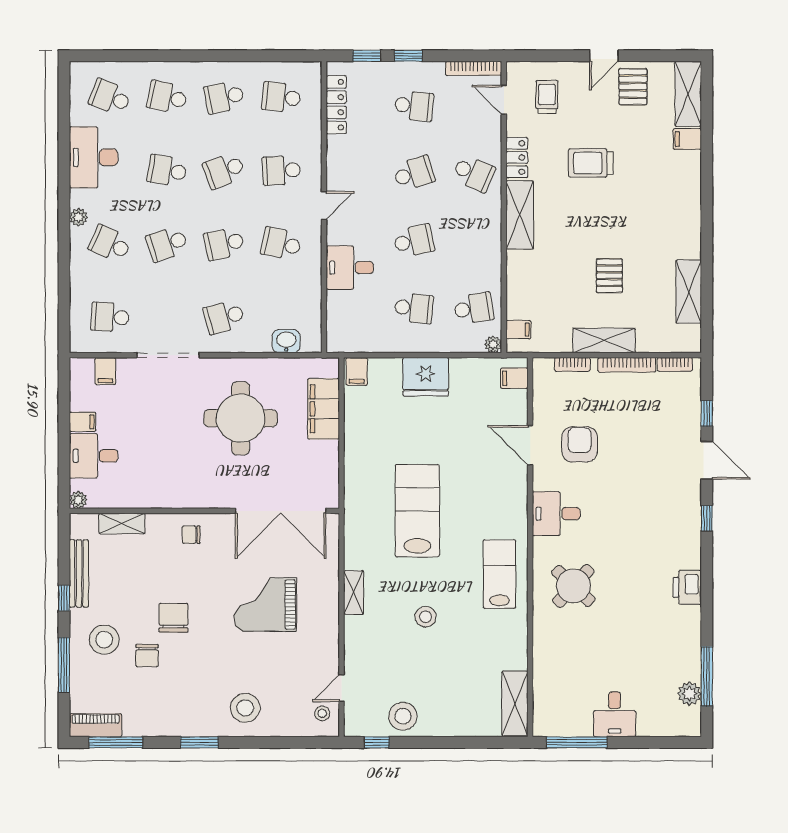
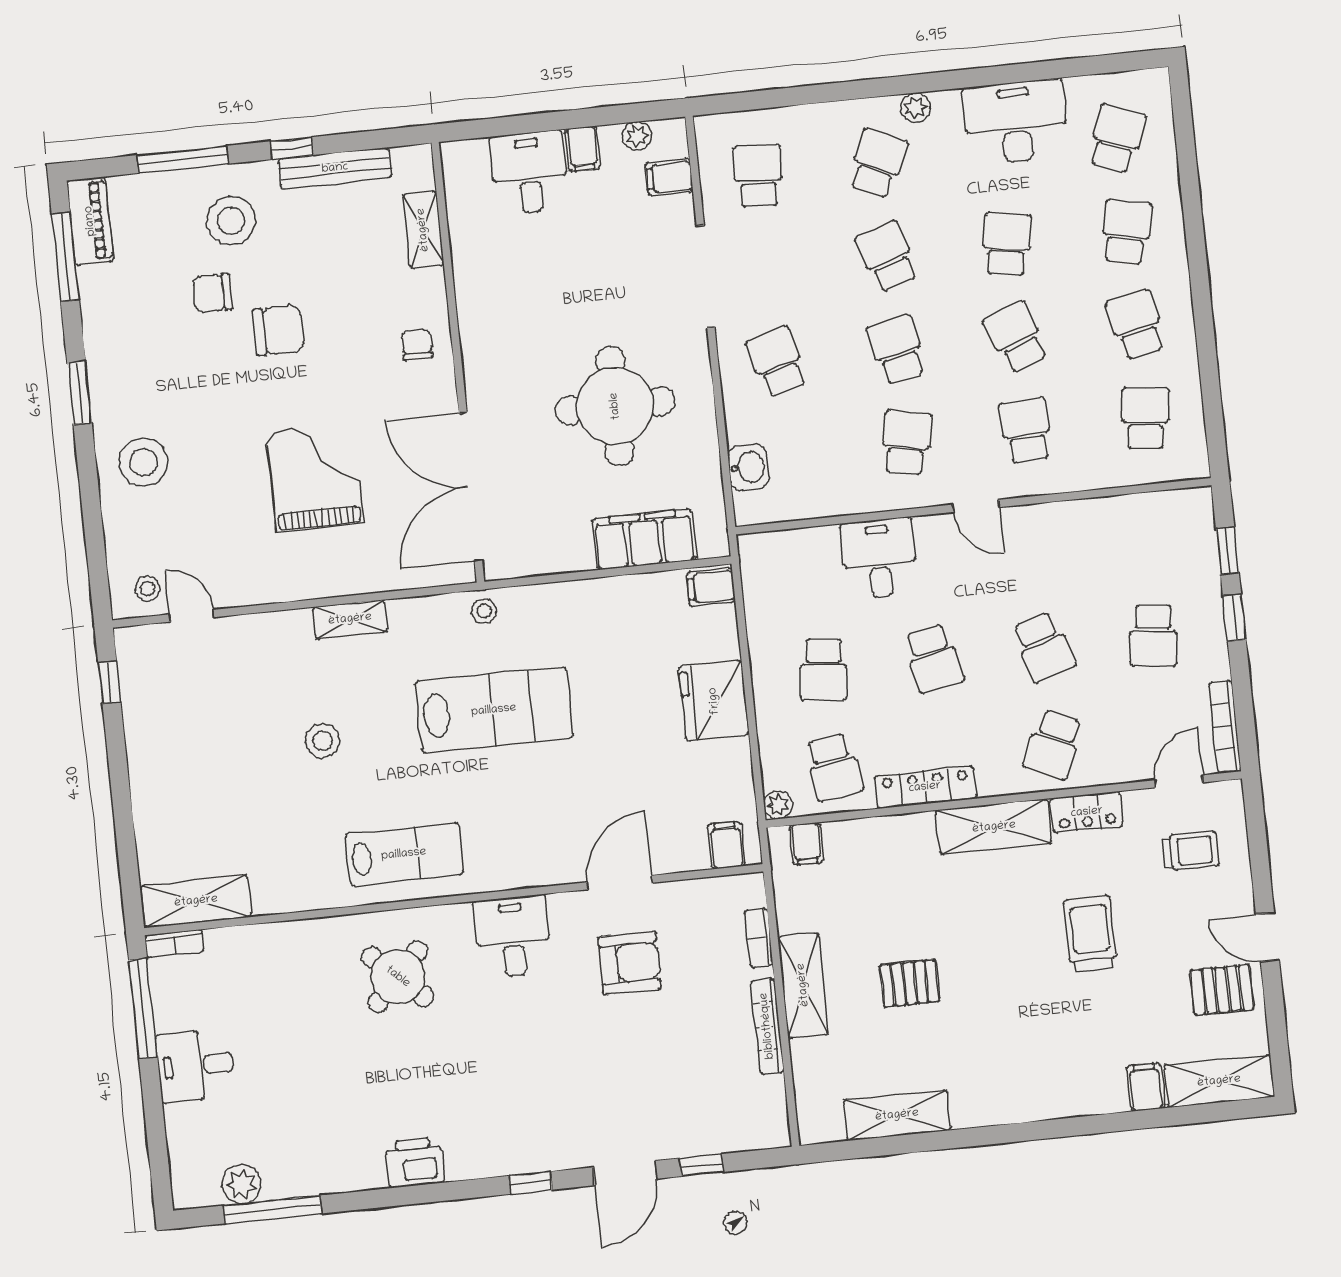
locker: (336, 105) -> (925, 787), moved, turned 180
bookcase: (675, 364) -> (174, 944), moved, turned -90
plant: (78, 500) -> (637, 136), moved
stool: (403, 716) -> (484, 611), moved, width x0.53, depth x0.53

